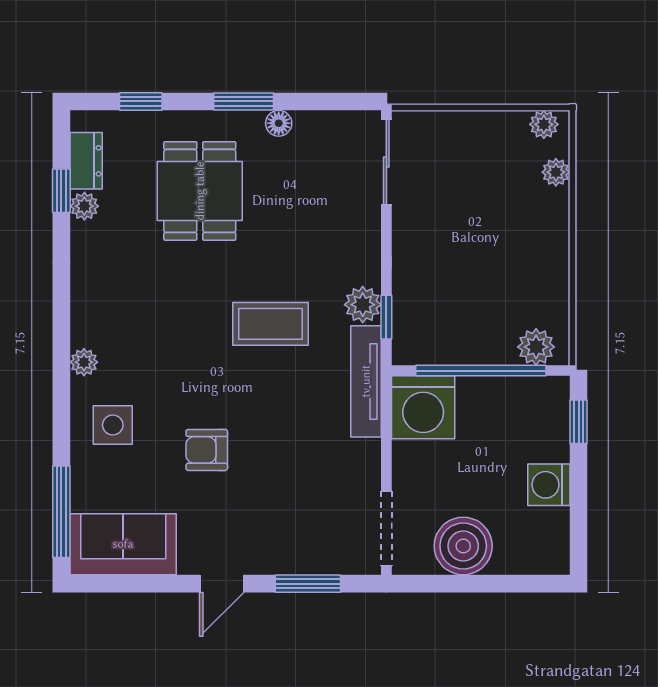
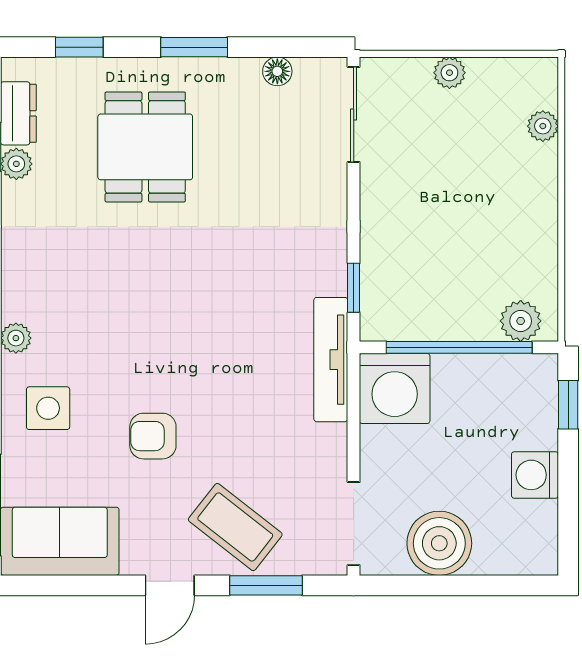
floor lamp: (279, 123) -> (277, 71), moved
plant: (544, 124) -> (449, 73), moved
plant: (363, 305) -> (327, 274), removed
coffee table: (270, 324) -> (235, 527), moved, turned 38

